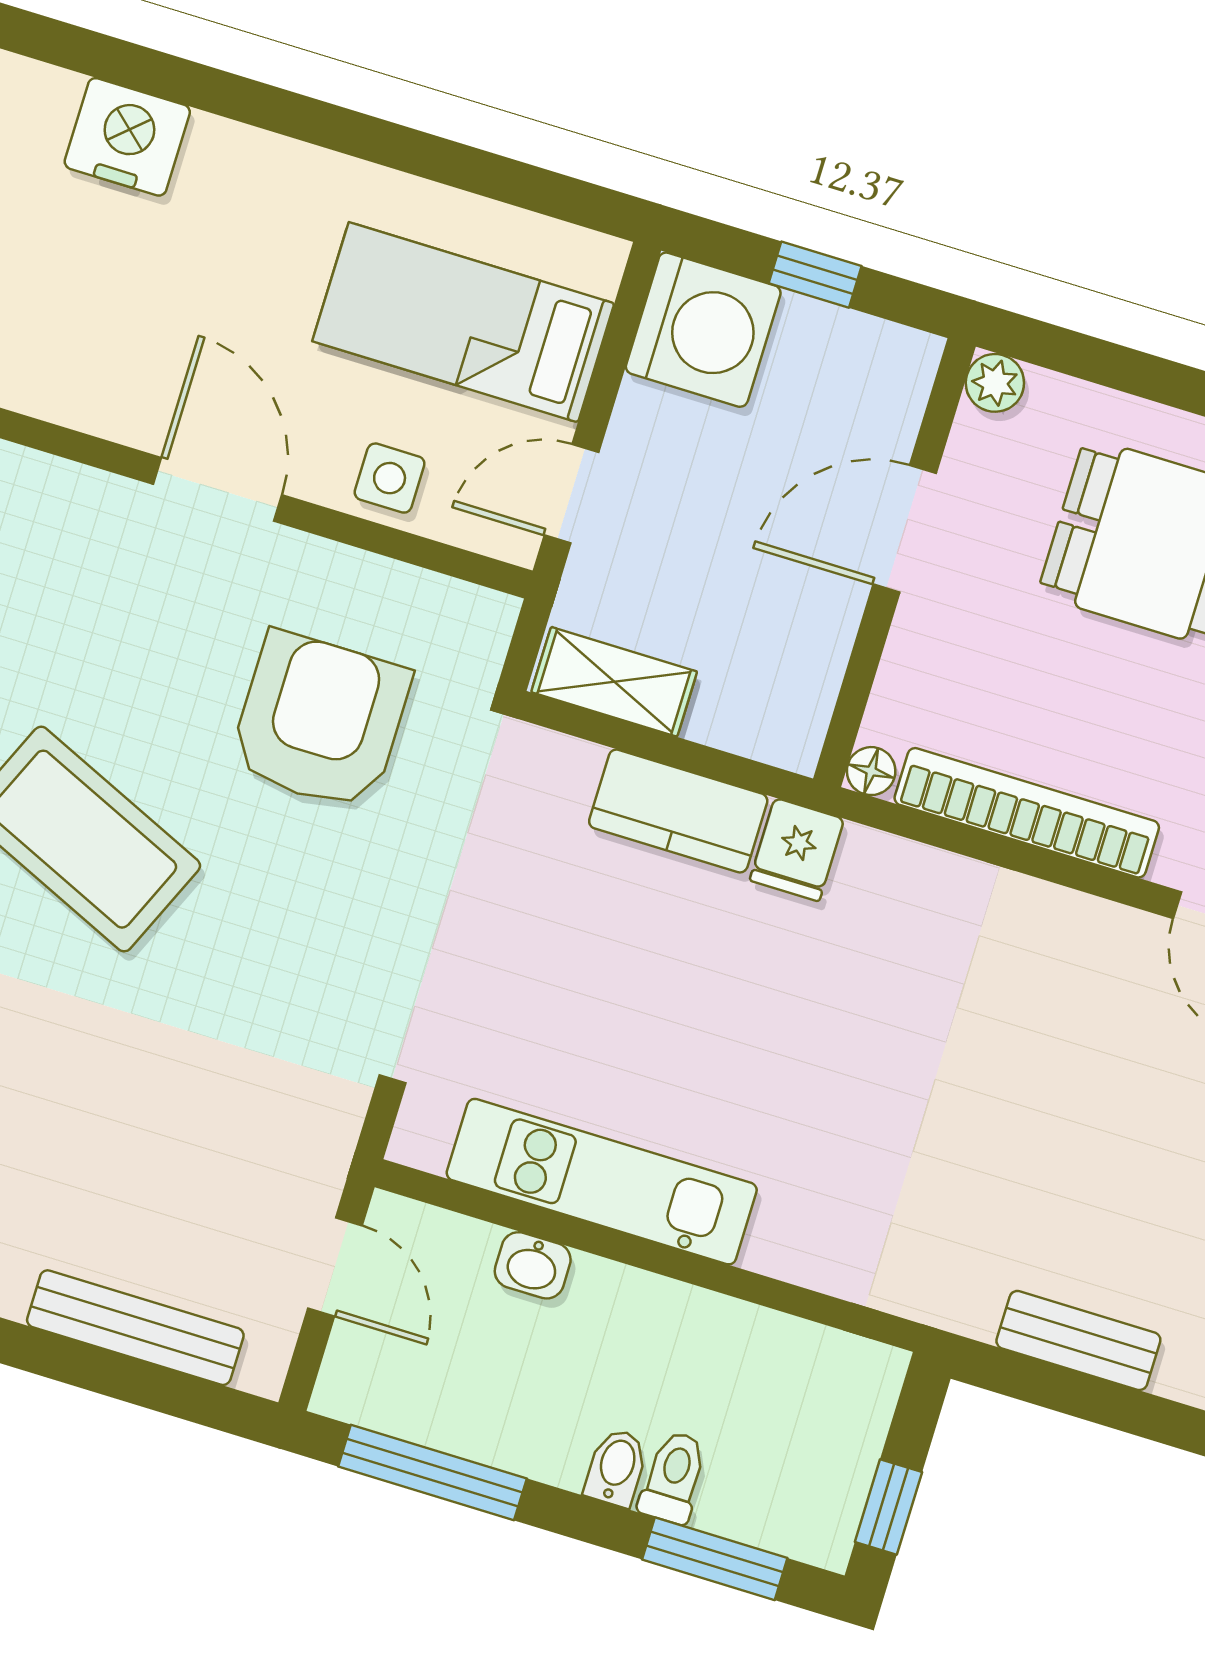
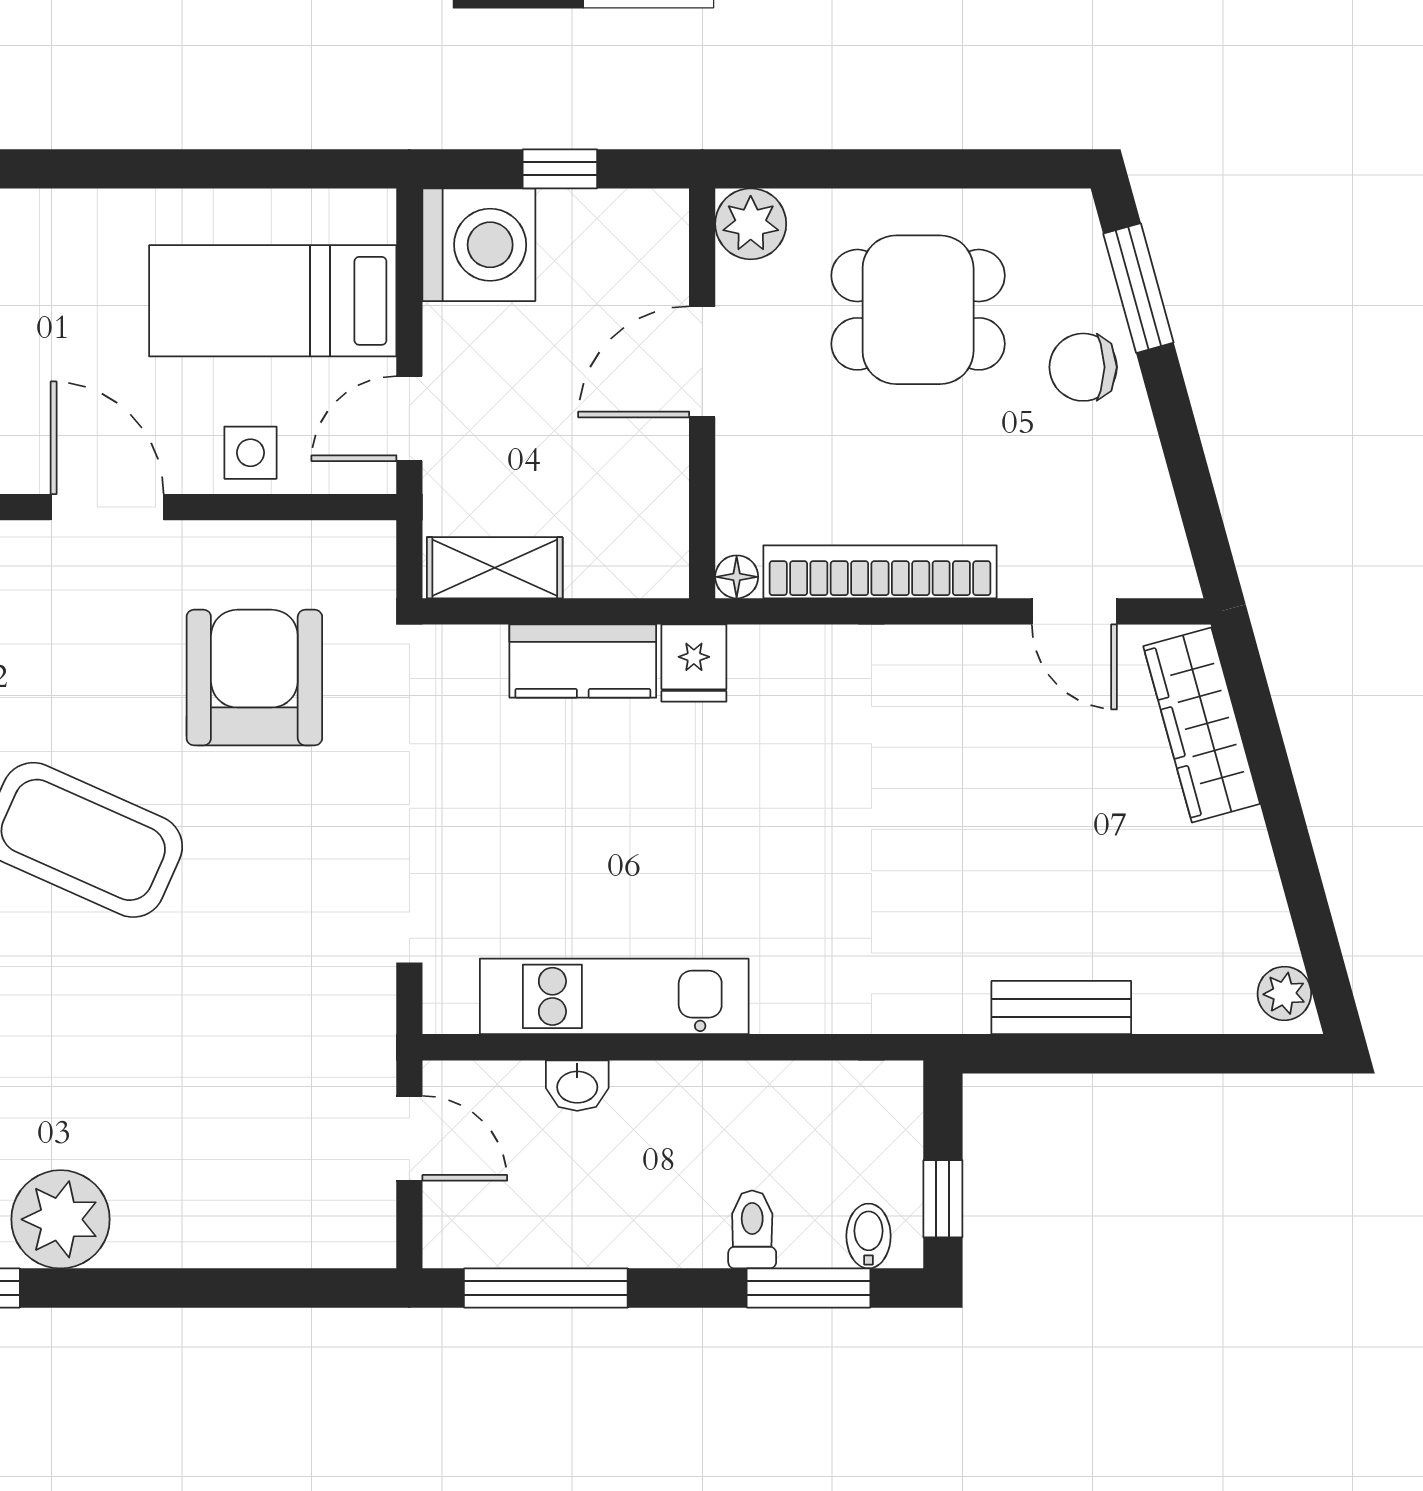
plant: (995, 383) -> (751, 224), width x1.38, depth x1.38
bench: (135, 1328) -> (255, 1242), removed
bidet: (616, 1468) -> (869, 1236), moved

